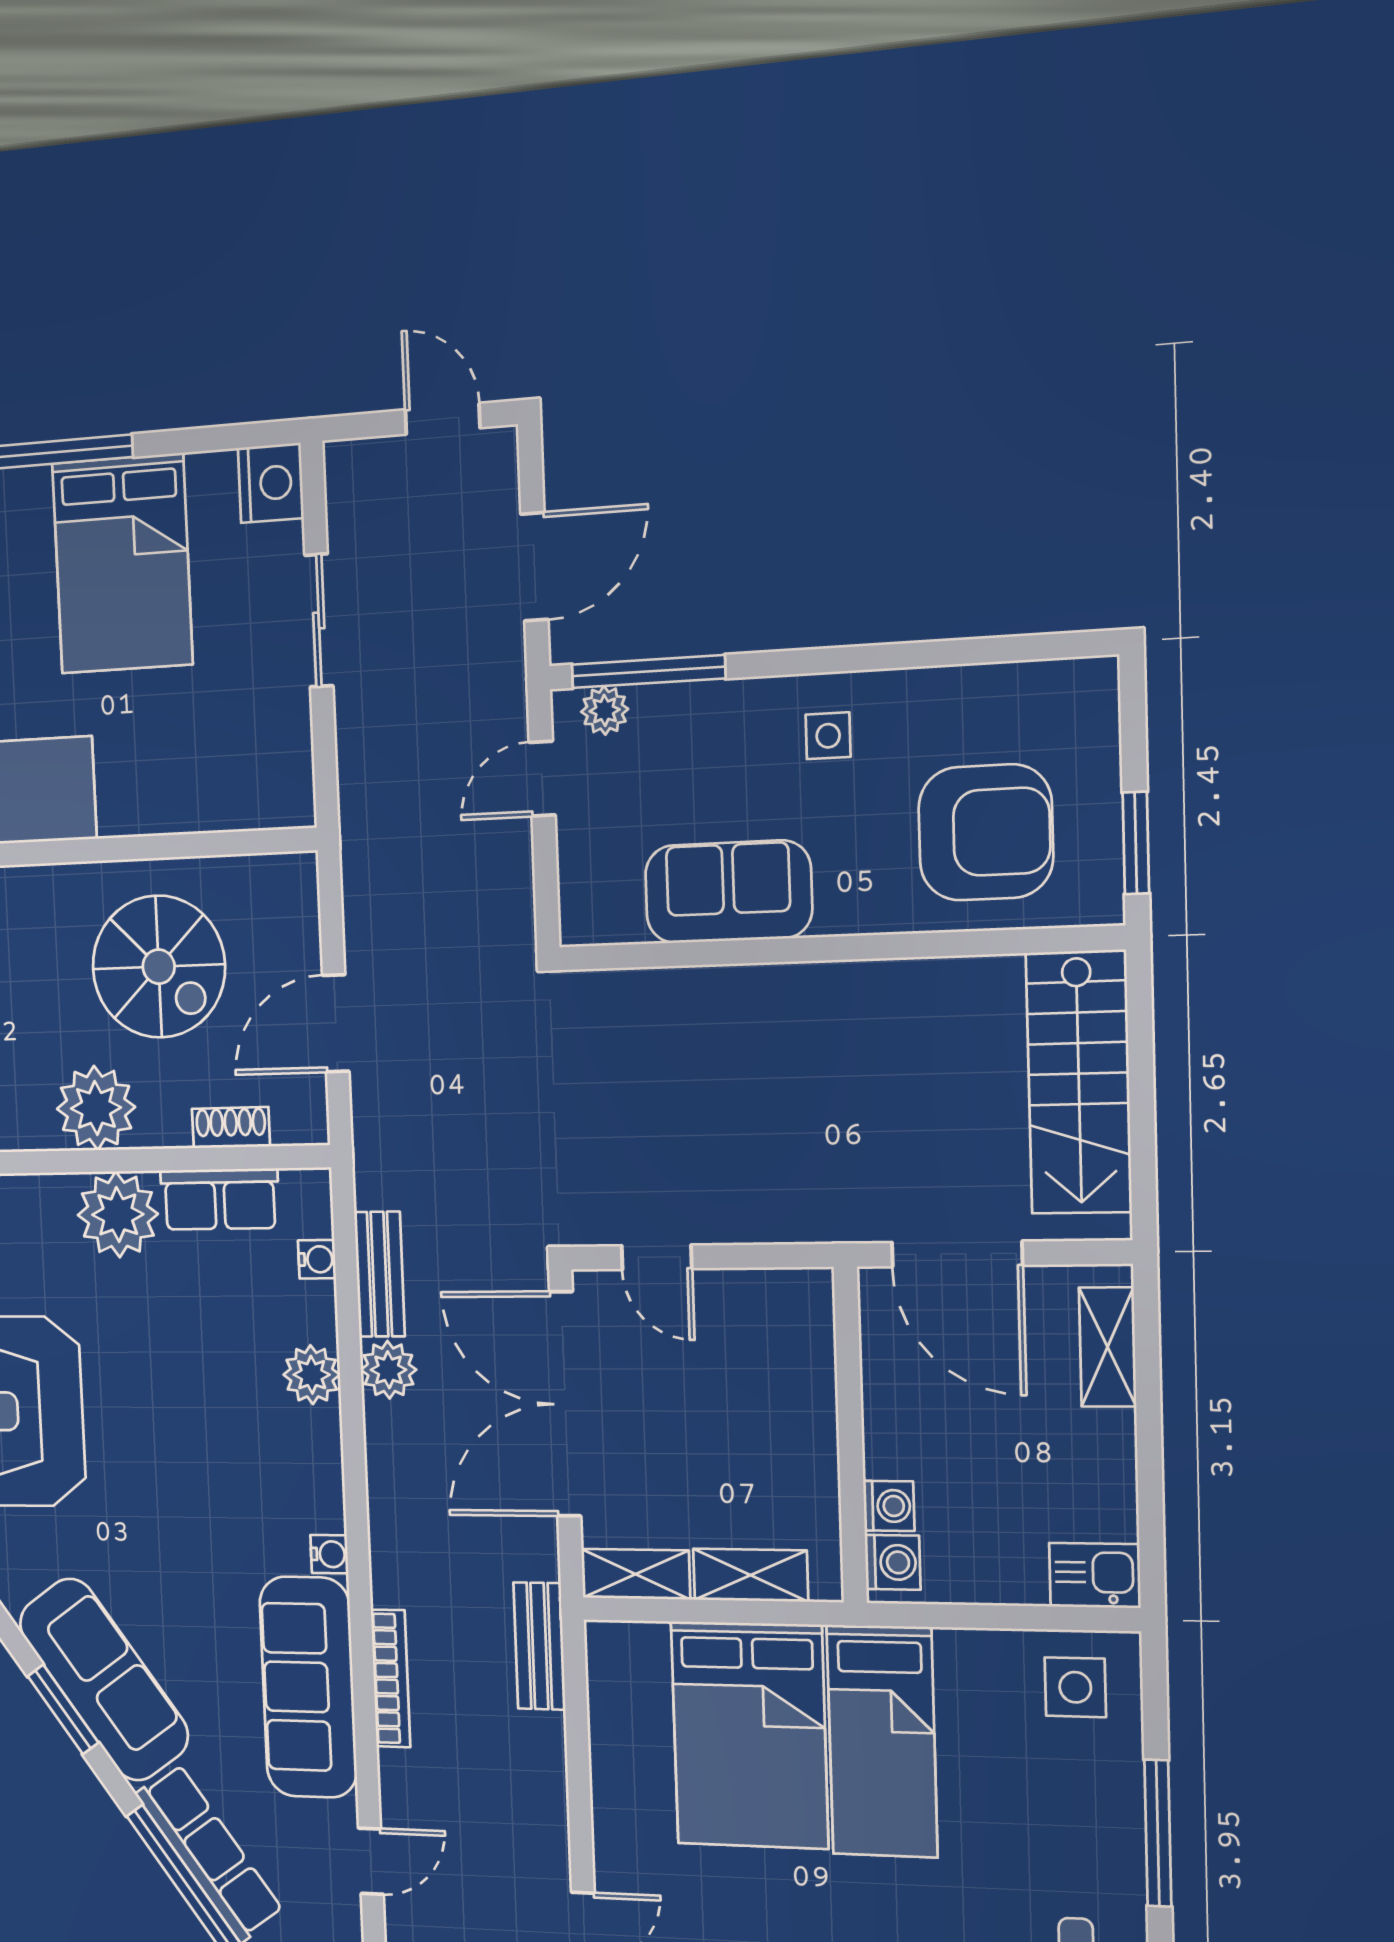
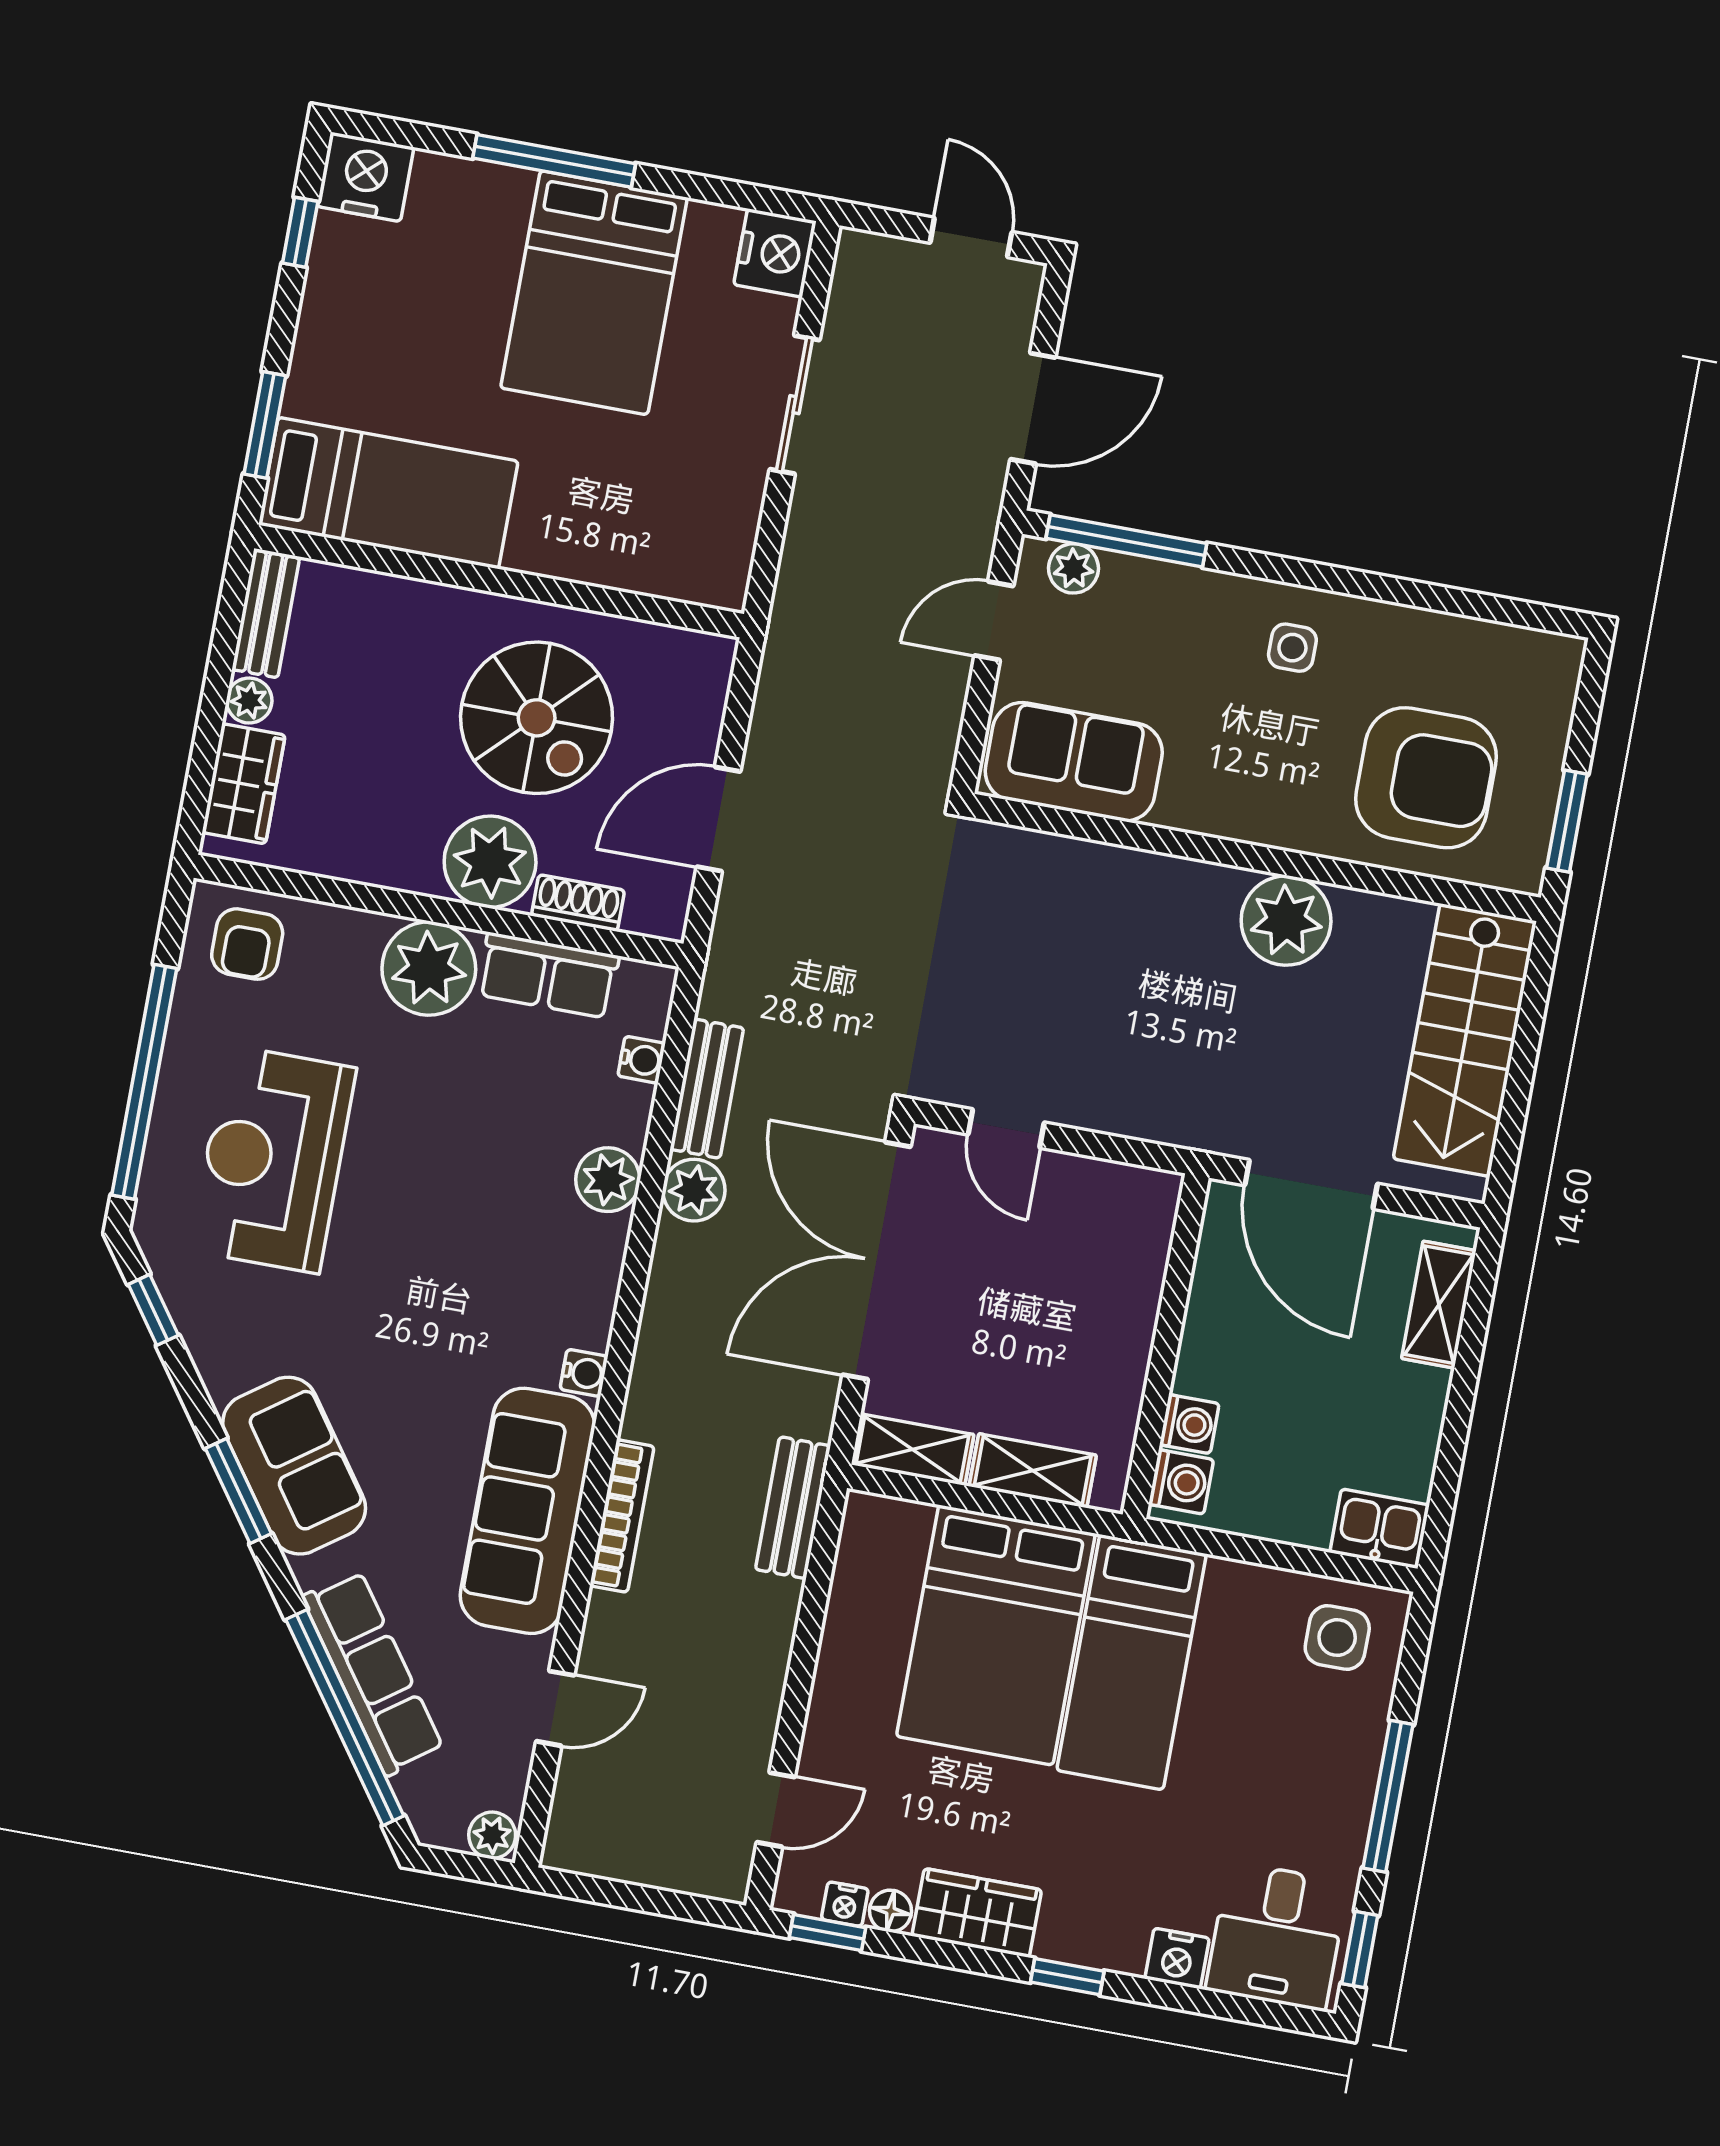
sofa: (728, 892) -> (1074, 762), moved
plant: (878, 1003) -> (1286, 921), added
plant: (96, 1108) -> (490, 862), moved
sofa: (104, 1679) -> (294, 1466), width x0.73

